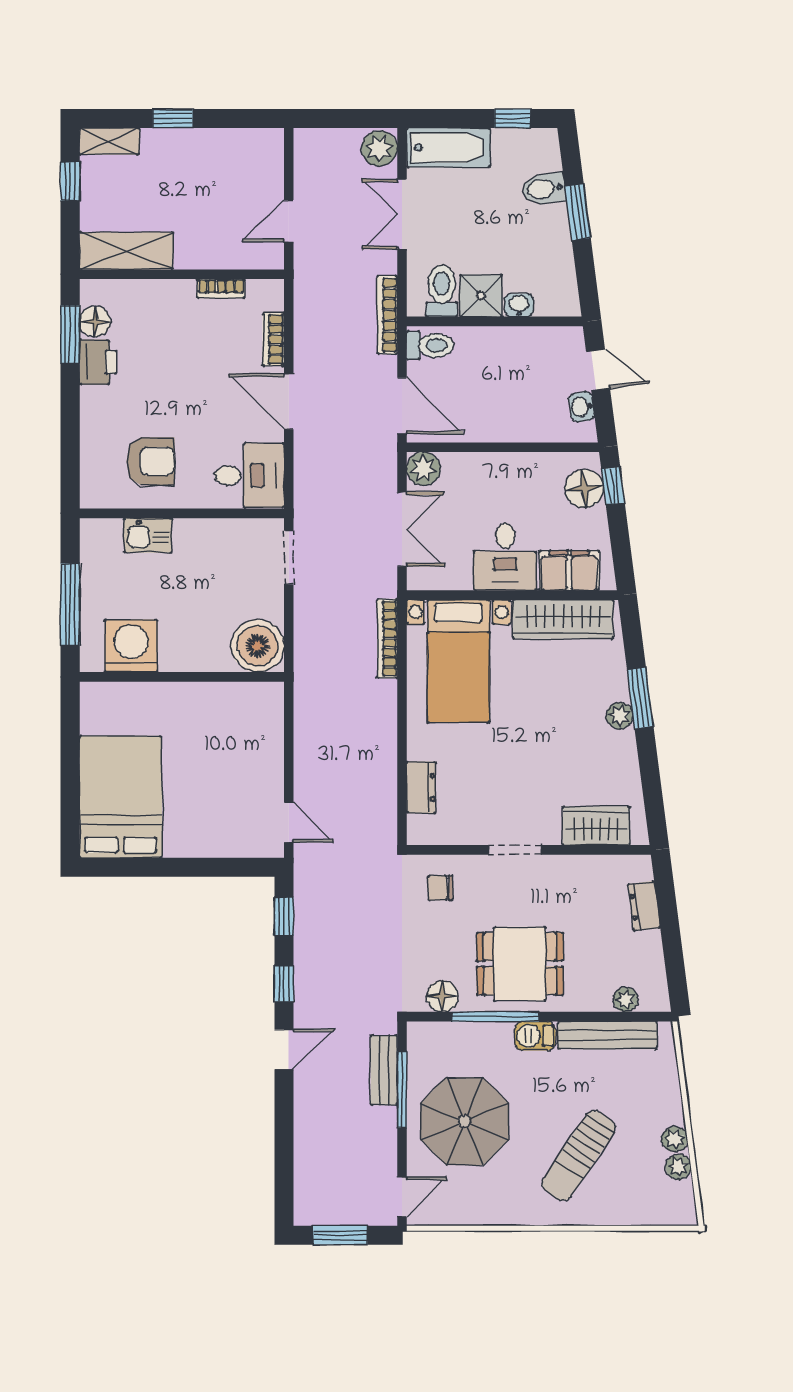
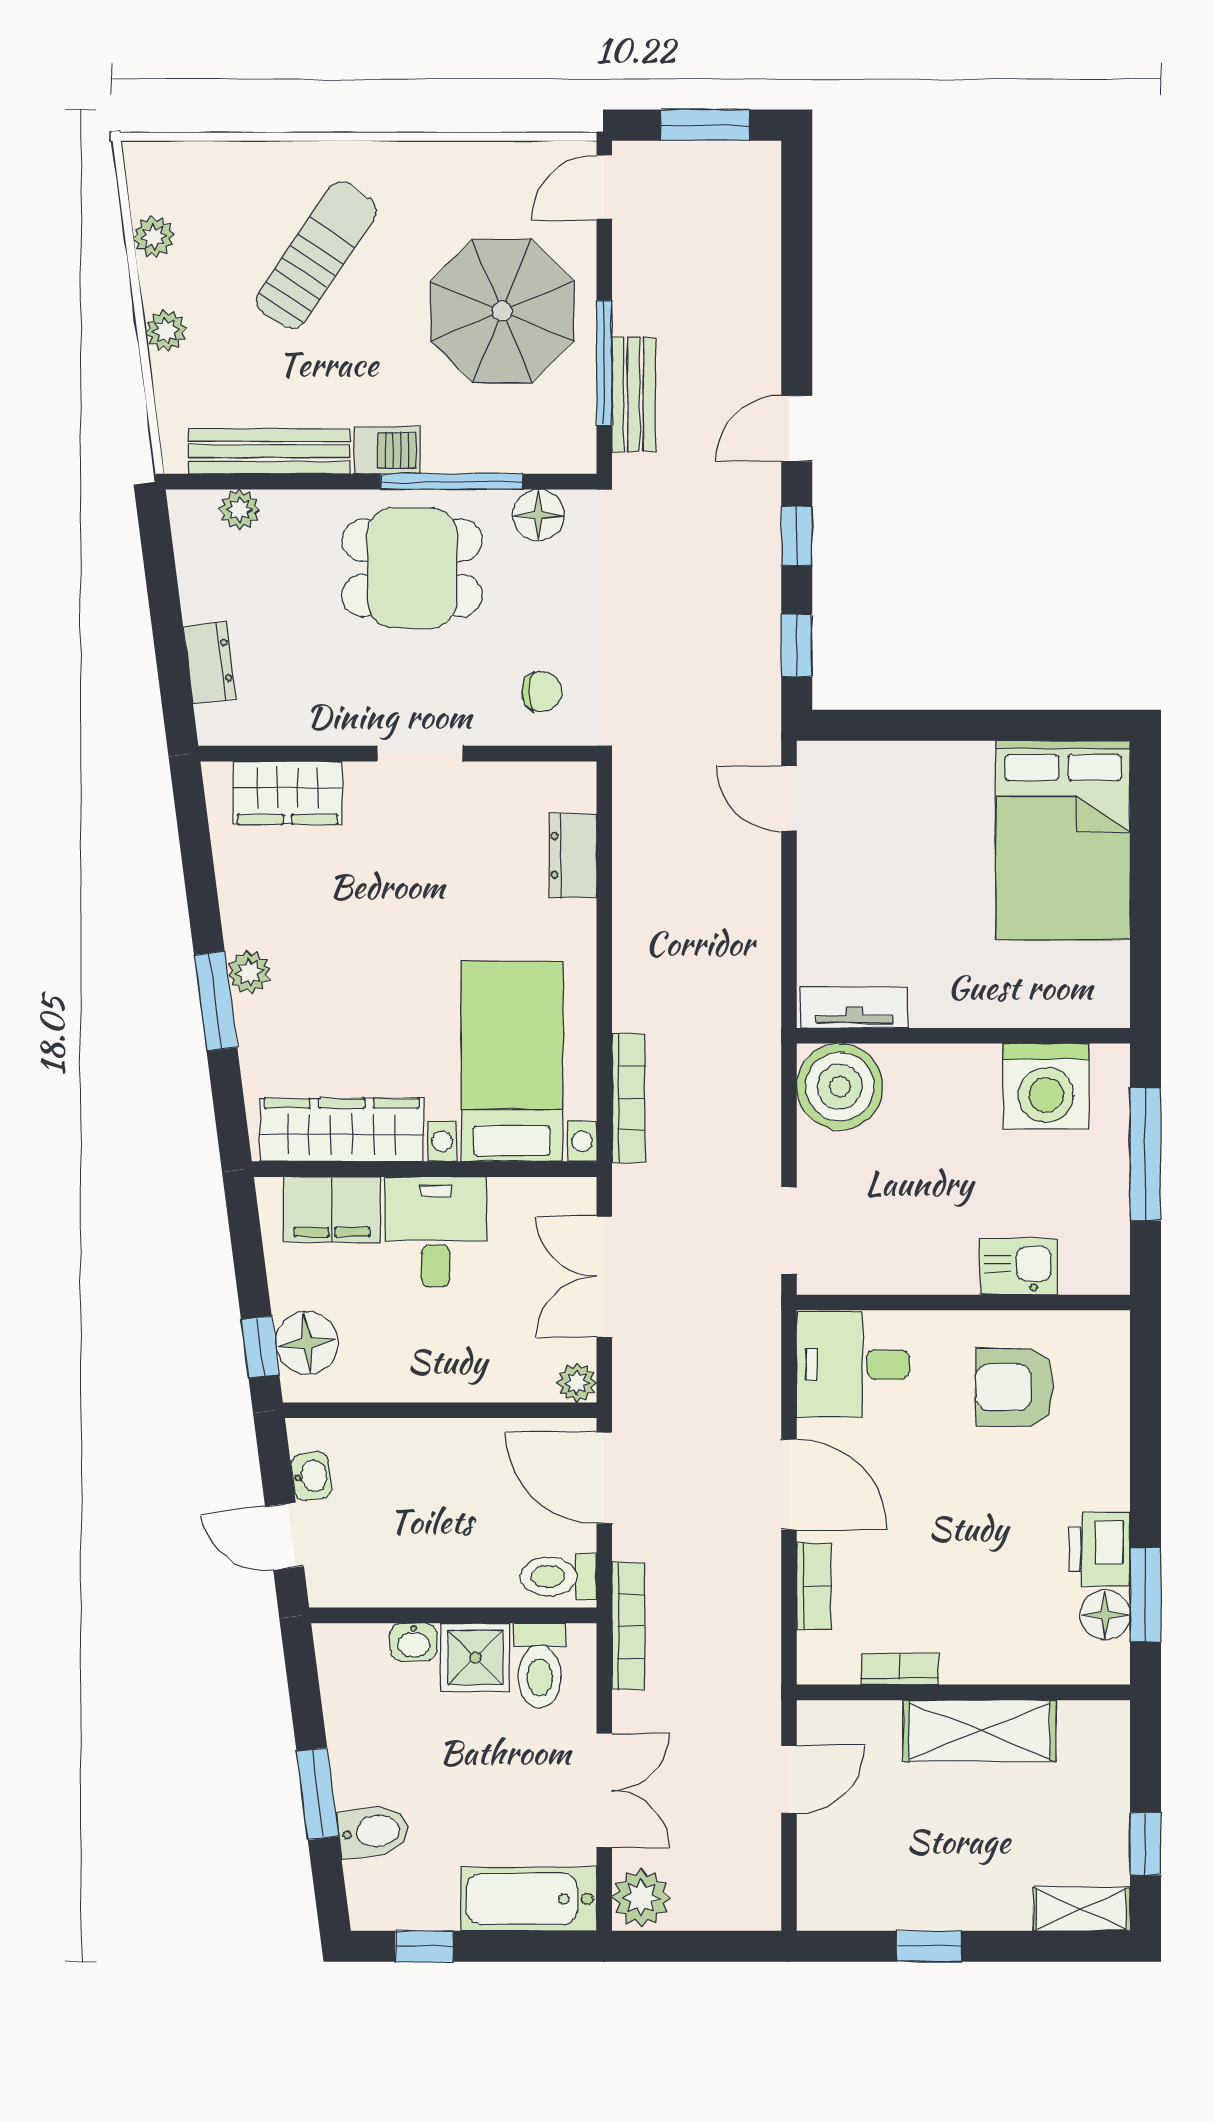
window: (173, 119) -> (929, 1946), moved
shelving: (126, 251) -> (980, 1731), moved
plant: (423, 469) -> (577, 1383), width x0.73, depth x0.73
tv unit: (249, 694) -> (854, 1008), added
plant: (675, 1139) -> (166, 331), moved

